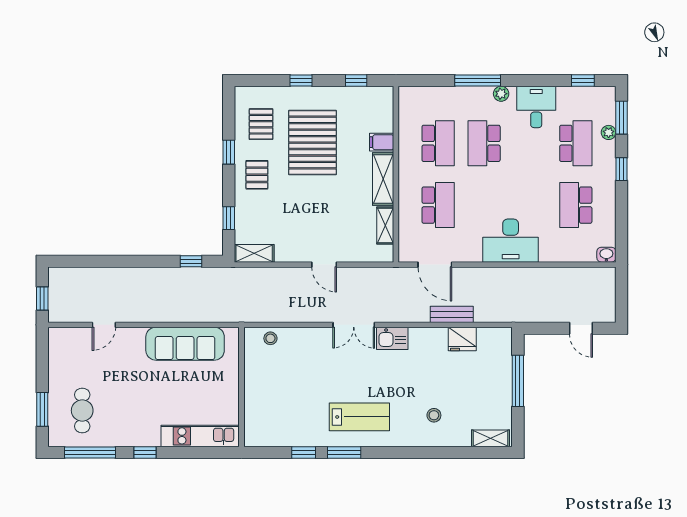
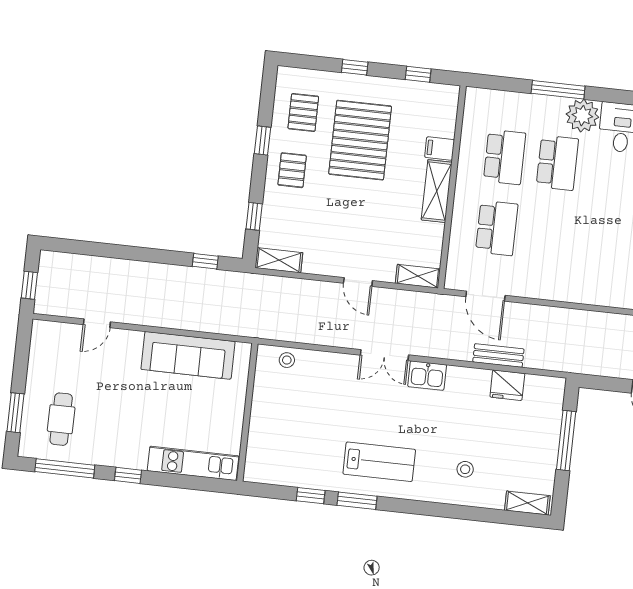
plant: (501, 94) -> (582, 116), width x1.88, depth x1.88
school desk: (484, 143) -> (557, 163), turned 180
shelving: (385, 225) -> (418, 276), moved, turned 90
desk: (511, 241) -> (576, 278), removed

